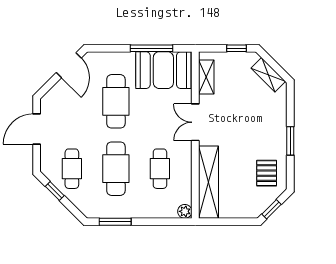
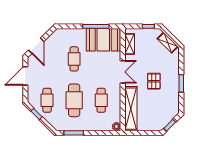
door: (69, 65) -> (36, 46), moved
cafe table: (116, 101) -> (74, 59), width x0.73, depth x0.74
double door: (195, 122) -> (123, 72), swing flipped
pallet: (267, 173) -> (154, 81), moved

